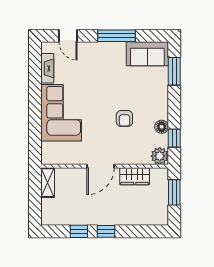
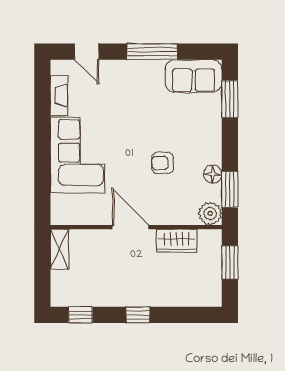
armchair: (124, 118) -> (163, 163), turned 90
window: (174, 138) -> (230, 189), width x1.50
door: (101, 166) -> (131, 227), swing flipped
window: (79, 231) -> (80, 315), moved

